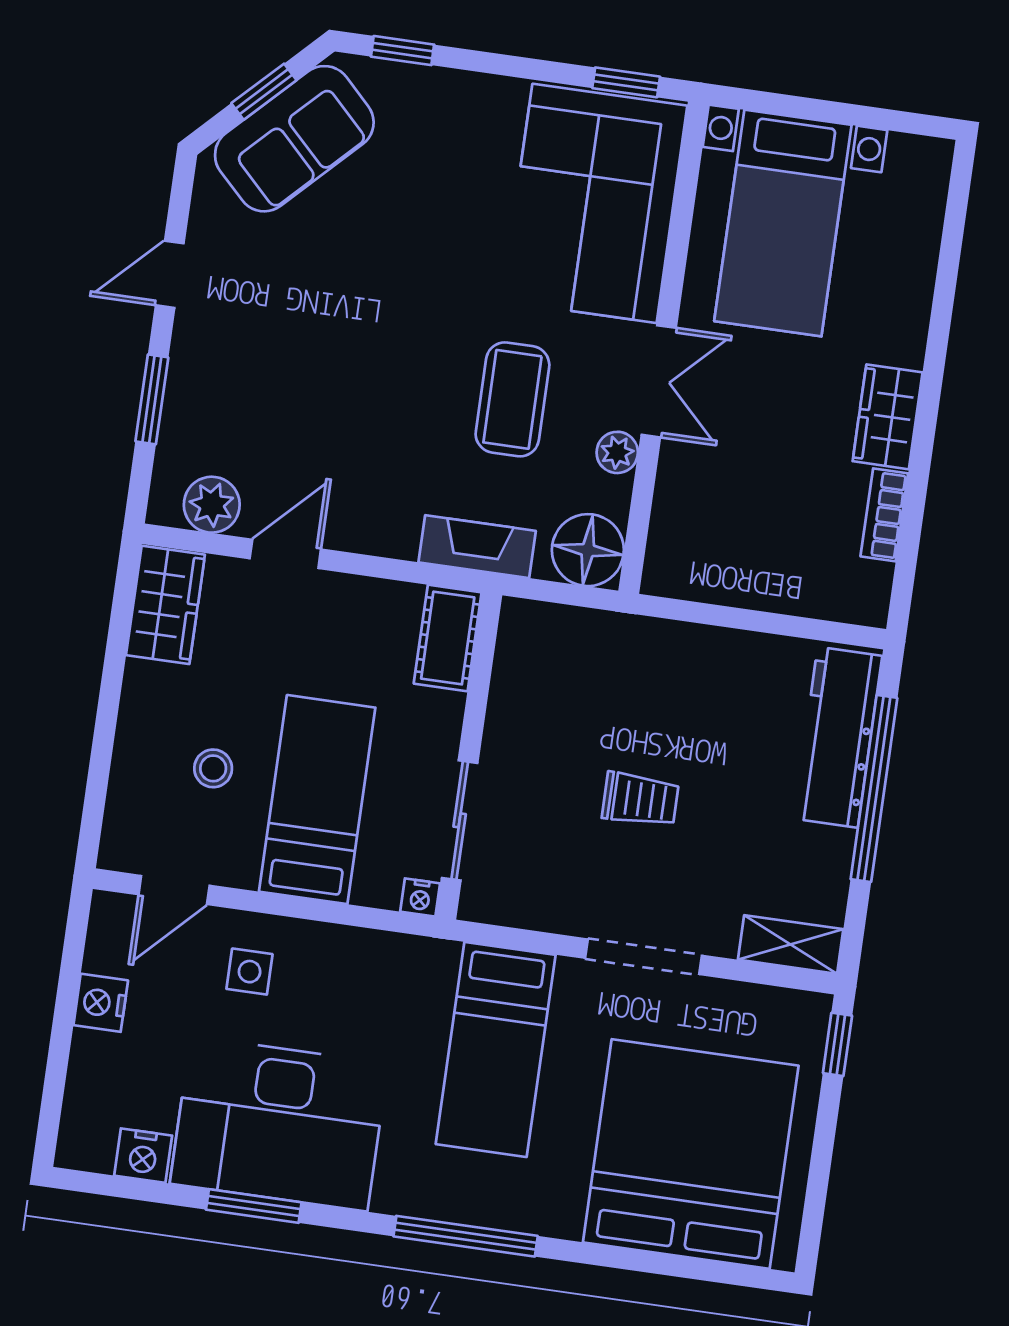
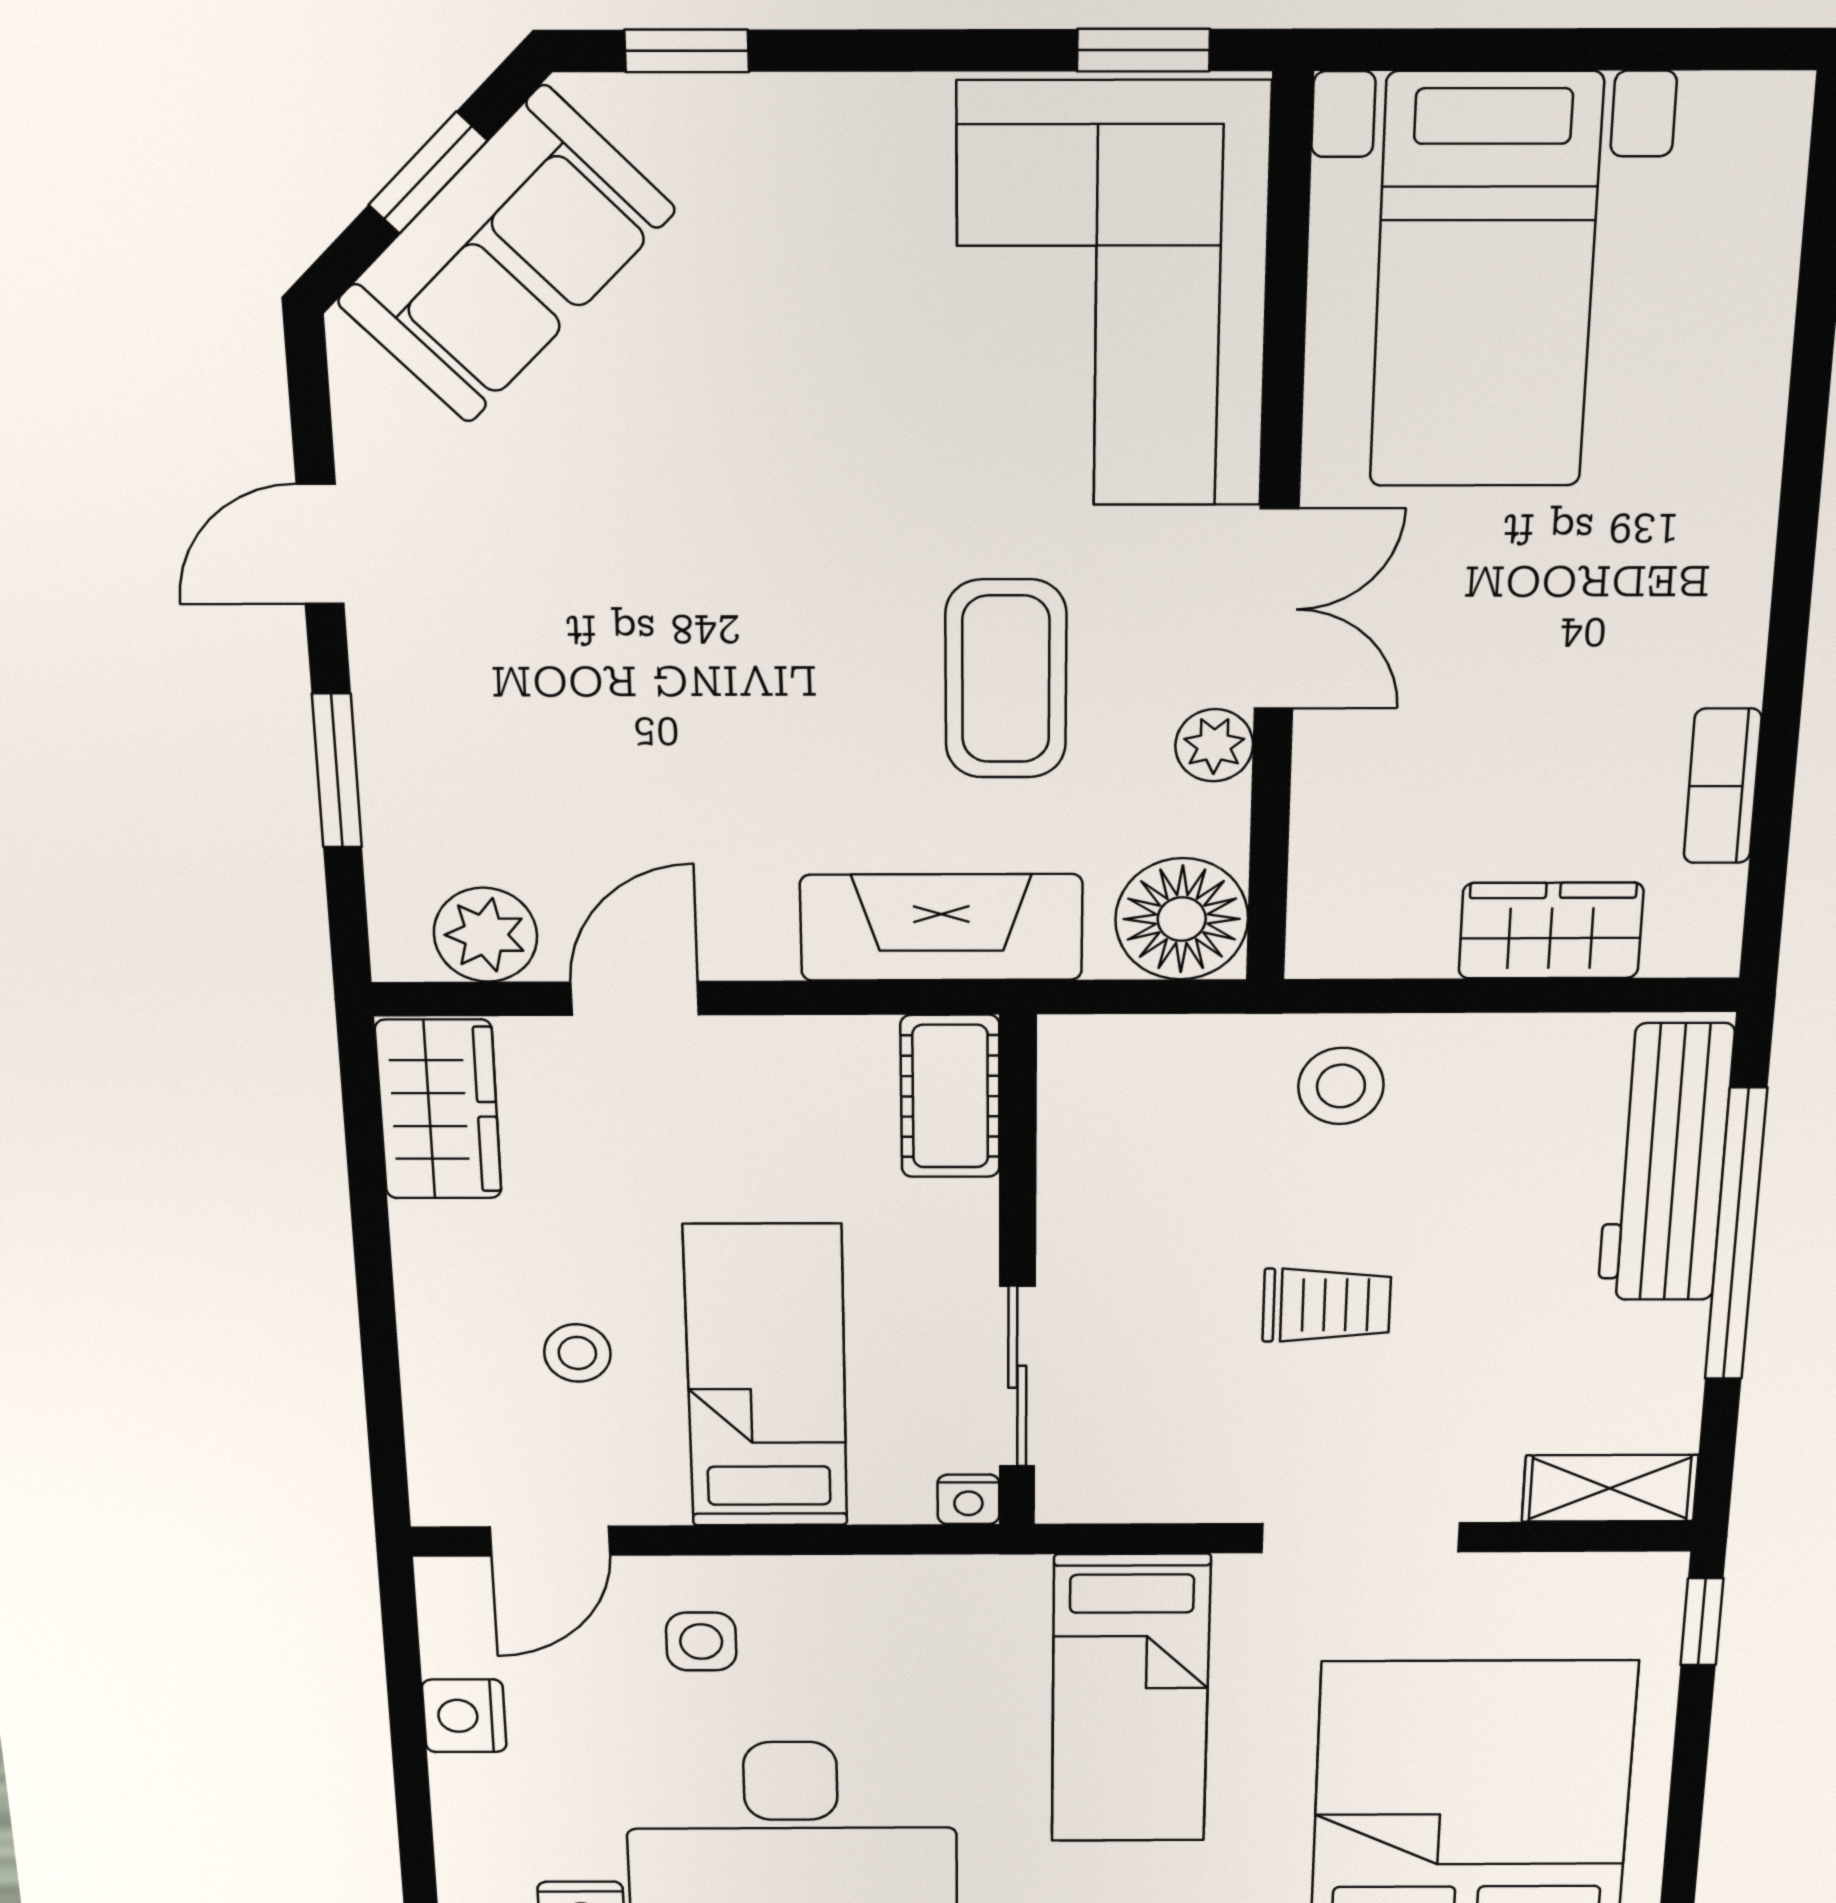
wardrobe: (888, 417) -> (1551, 931), moved, turned 90
fireplace: (477, 547) -> (941, 927), width x1.37, depth x1.32
stool: (663, 663) -> (1341, 1086), added

